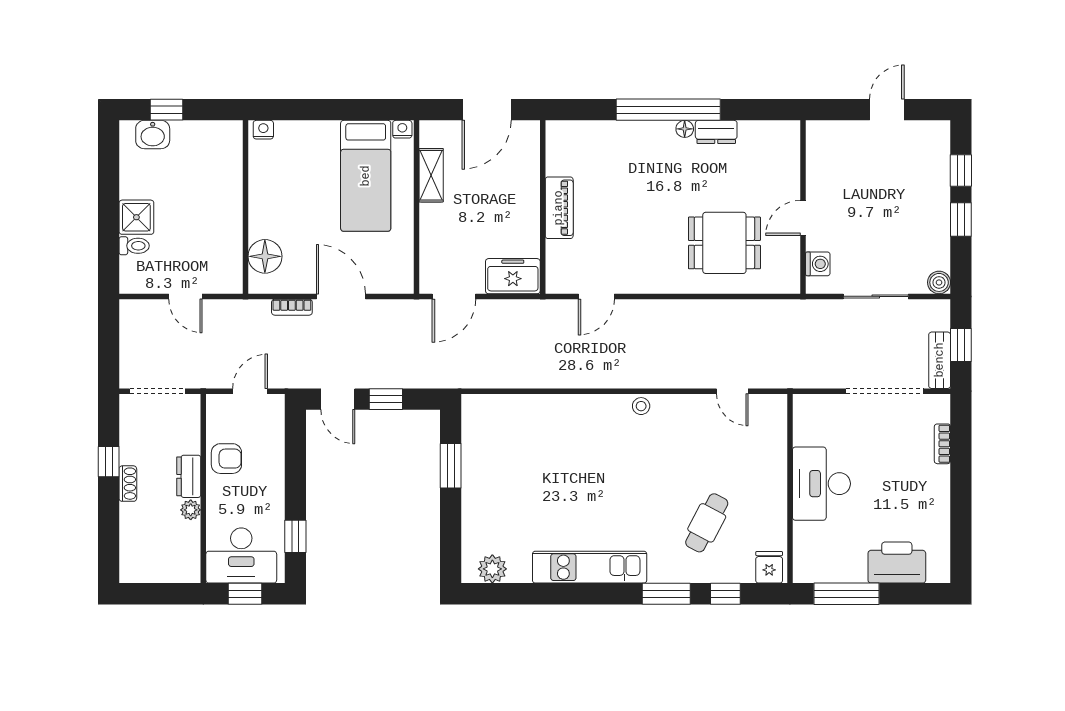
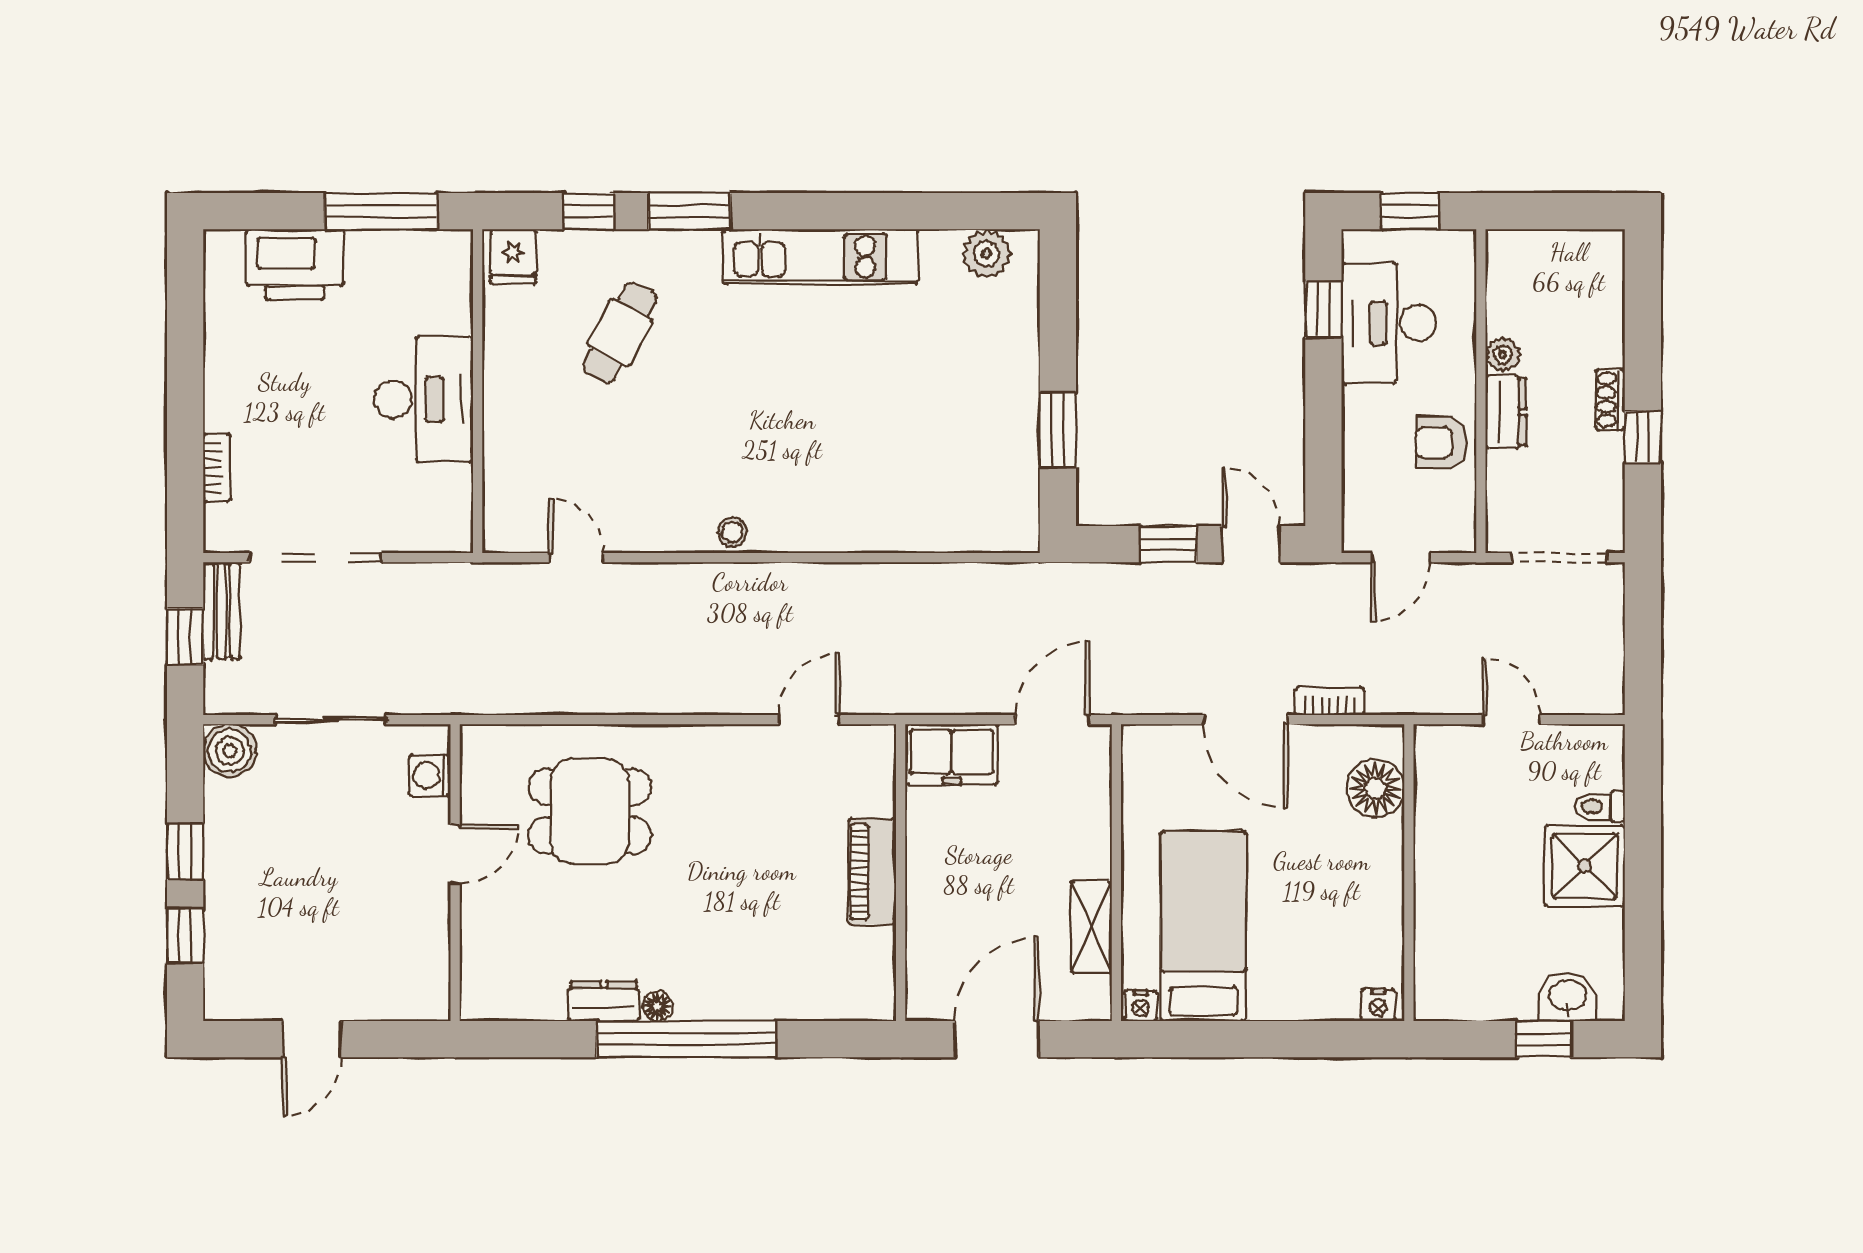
shower: (136, 217) -> (1585, 866), width x1.36, depth x1.36
boiler: (939, 282) -> (230, 751), width x1.36, depth x1.36
desk: (241, 556) -> (1389, 323), moved, turned -90

